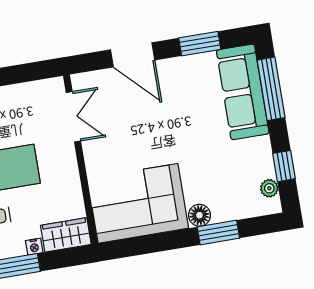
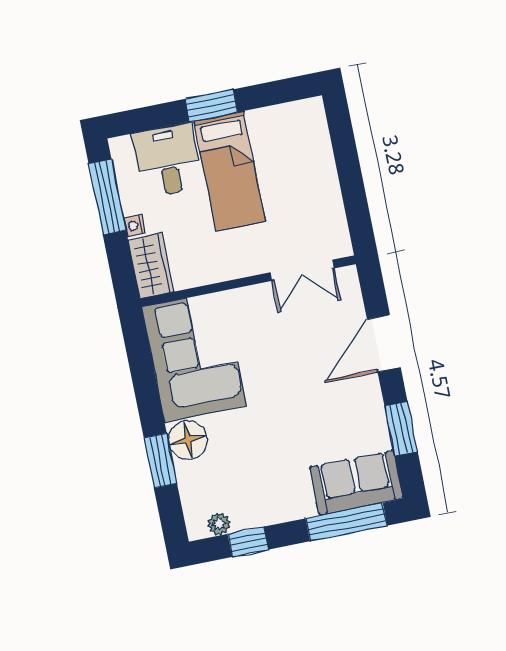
sofa: (243, 92) -> (356, 483), width x0.73
floor lamp: (199, 215) -> (188, 440), width x1.38, depth x1.38

